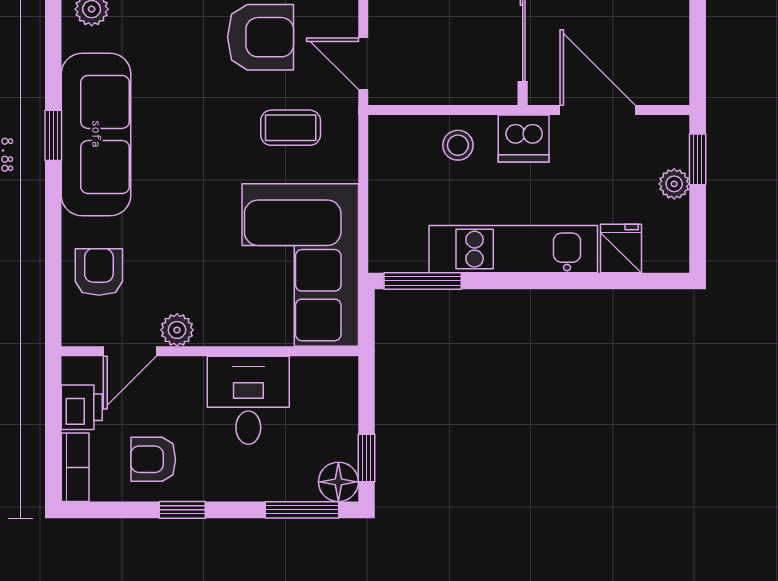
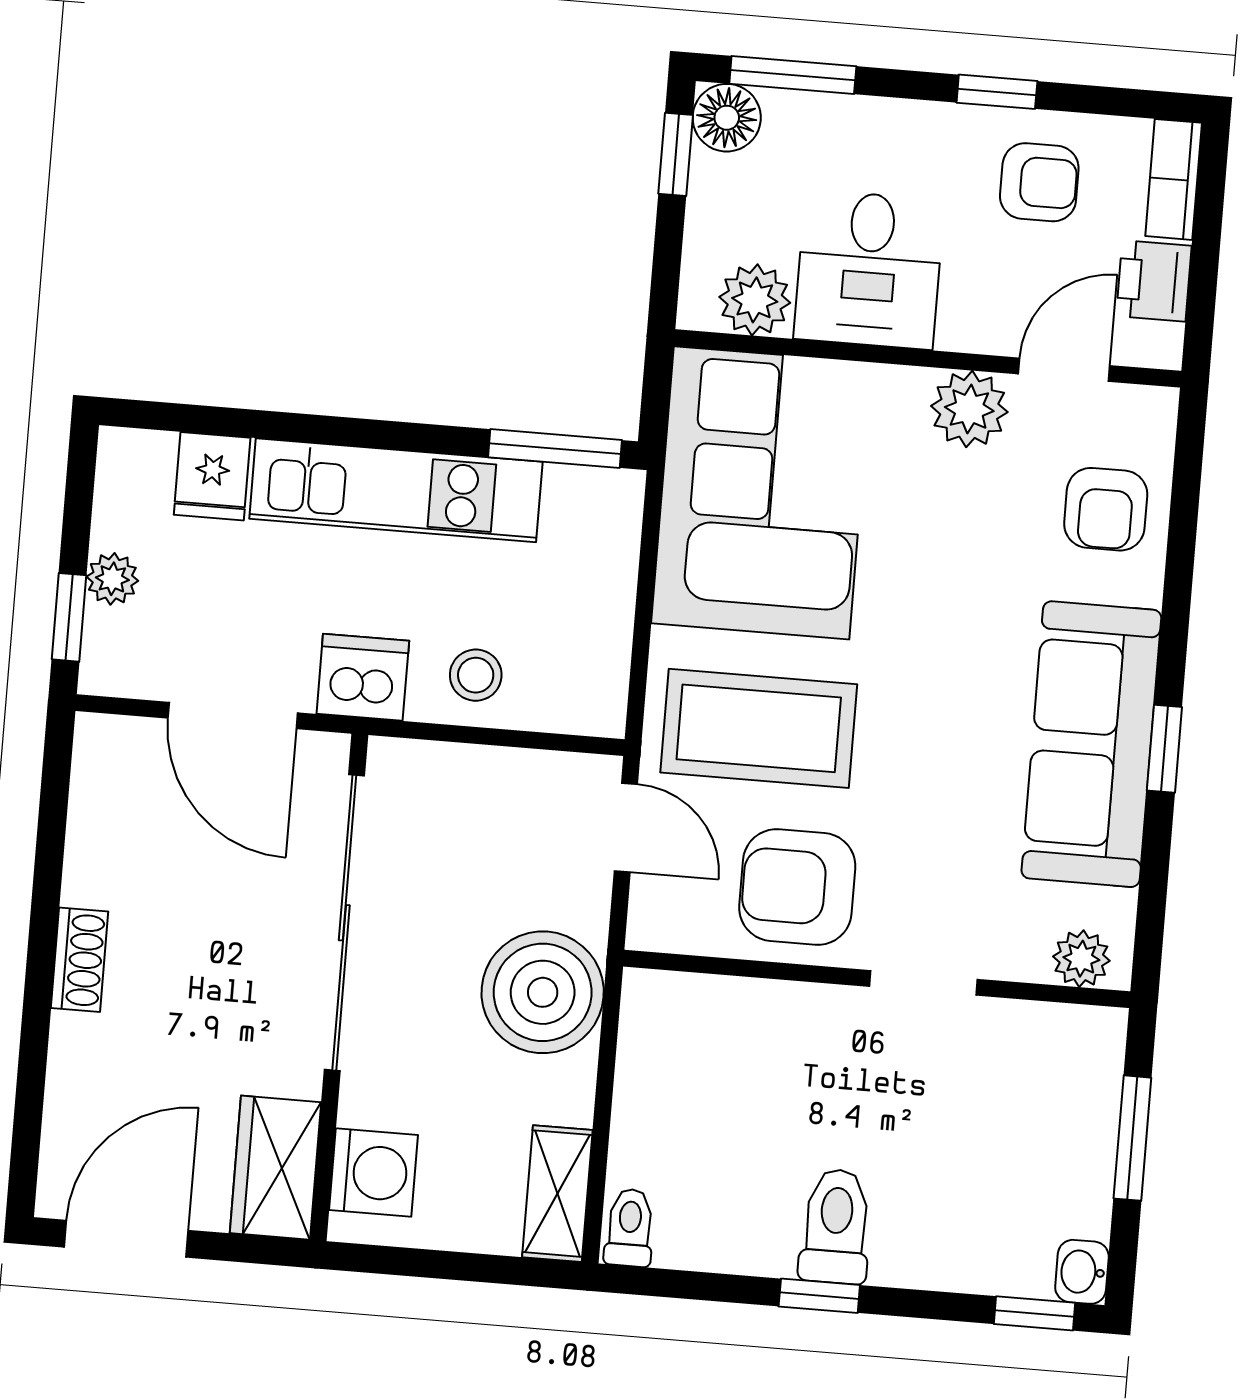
coffee table: (291, 128) -> (759, 728), width x1.86, depth x1.72
plant: (177, 330) -> (969, 409), width x1.38, depth x1.38
plant: (313, 377) -> (755, 300), added

